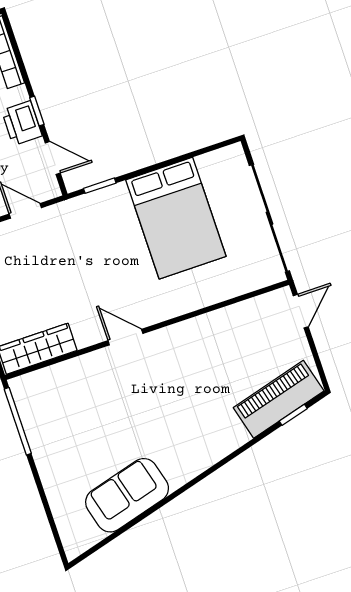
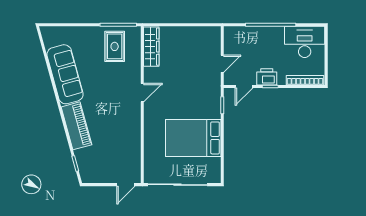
door: (301, 311) -> (126, 185), hinge flipped
piano: (279, 399) -> (76, 126), moved
rug: (59, 415) -> (115, 46), added
sofa: (127, 495) -> (65, 74), width x1.36

